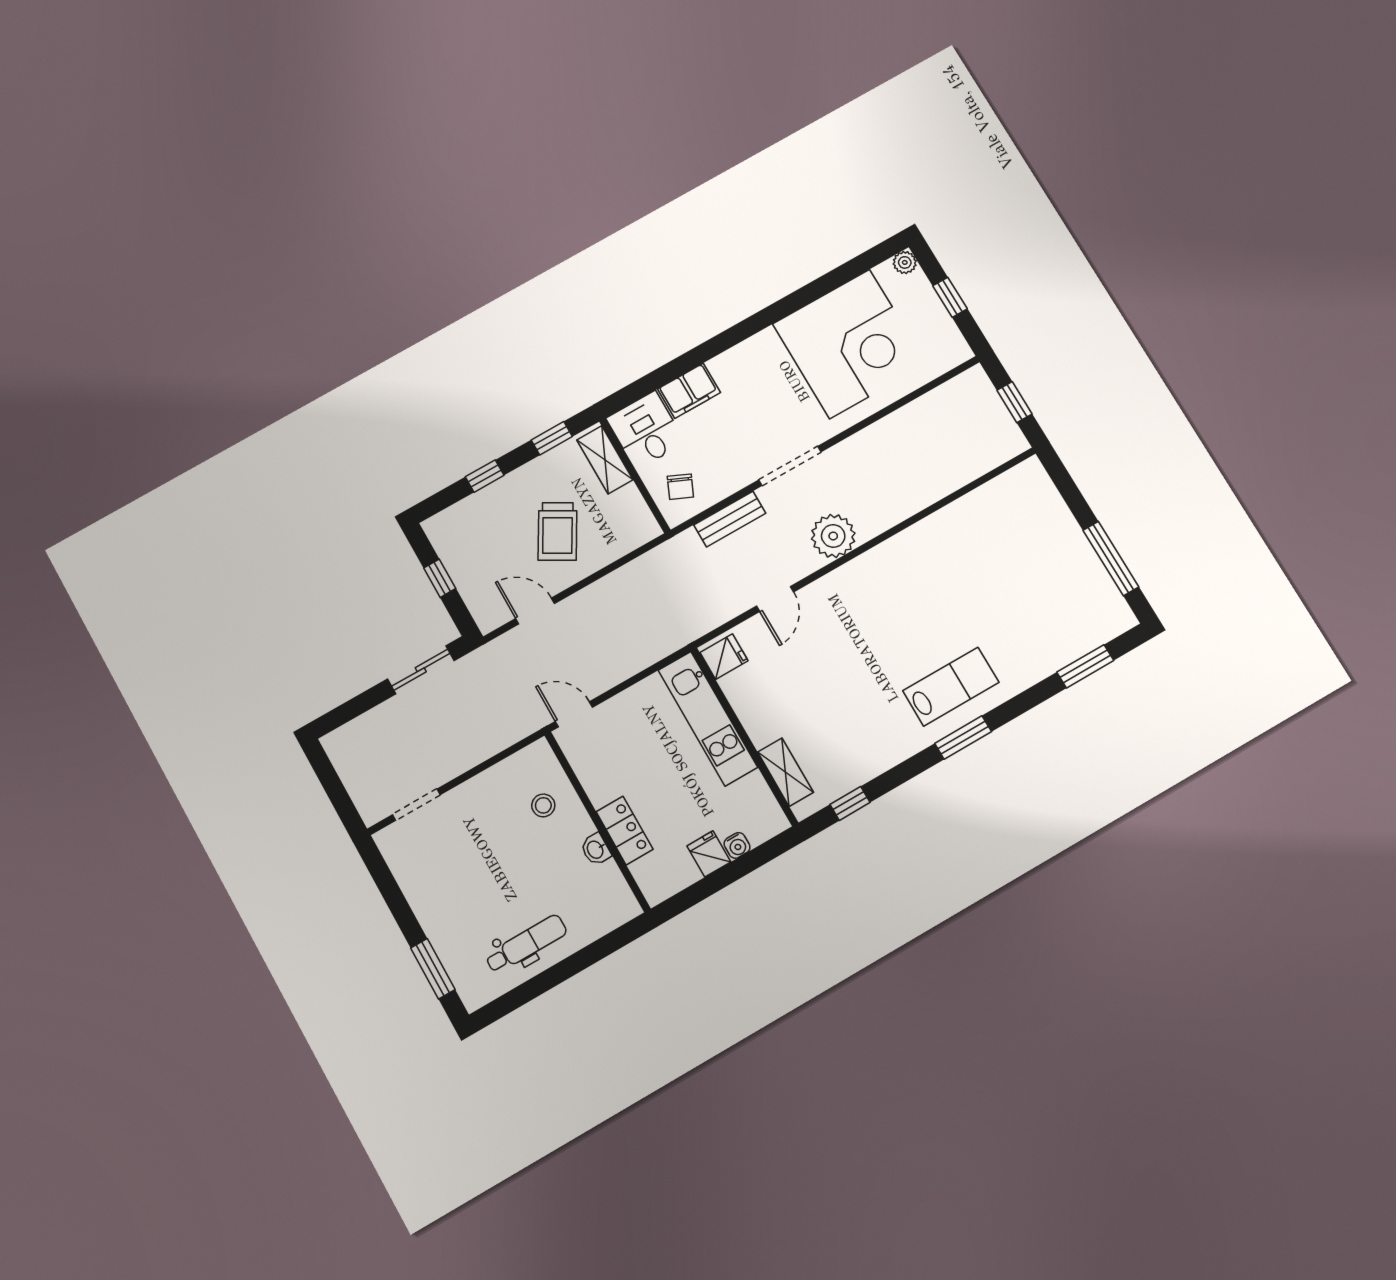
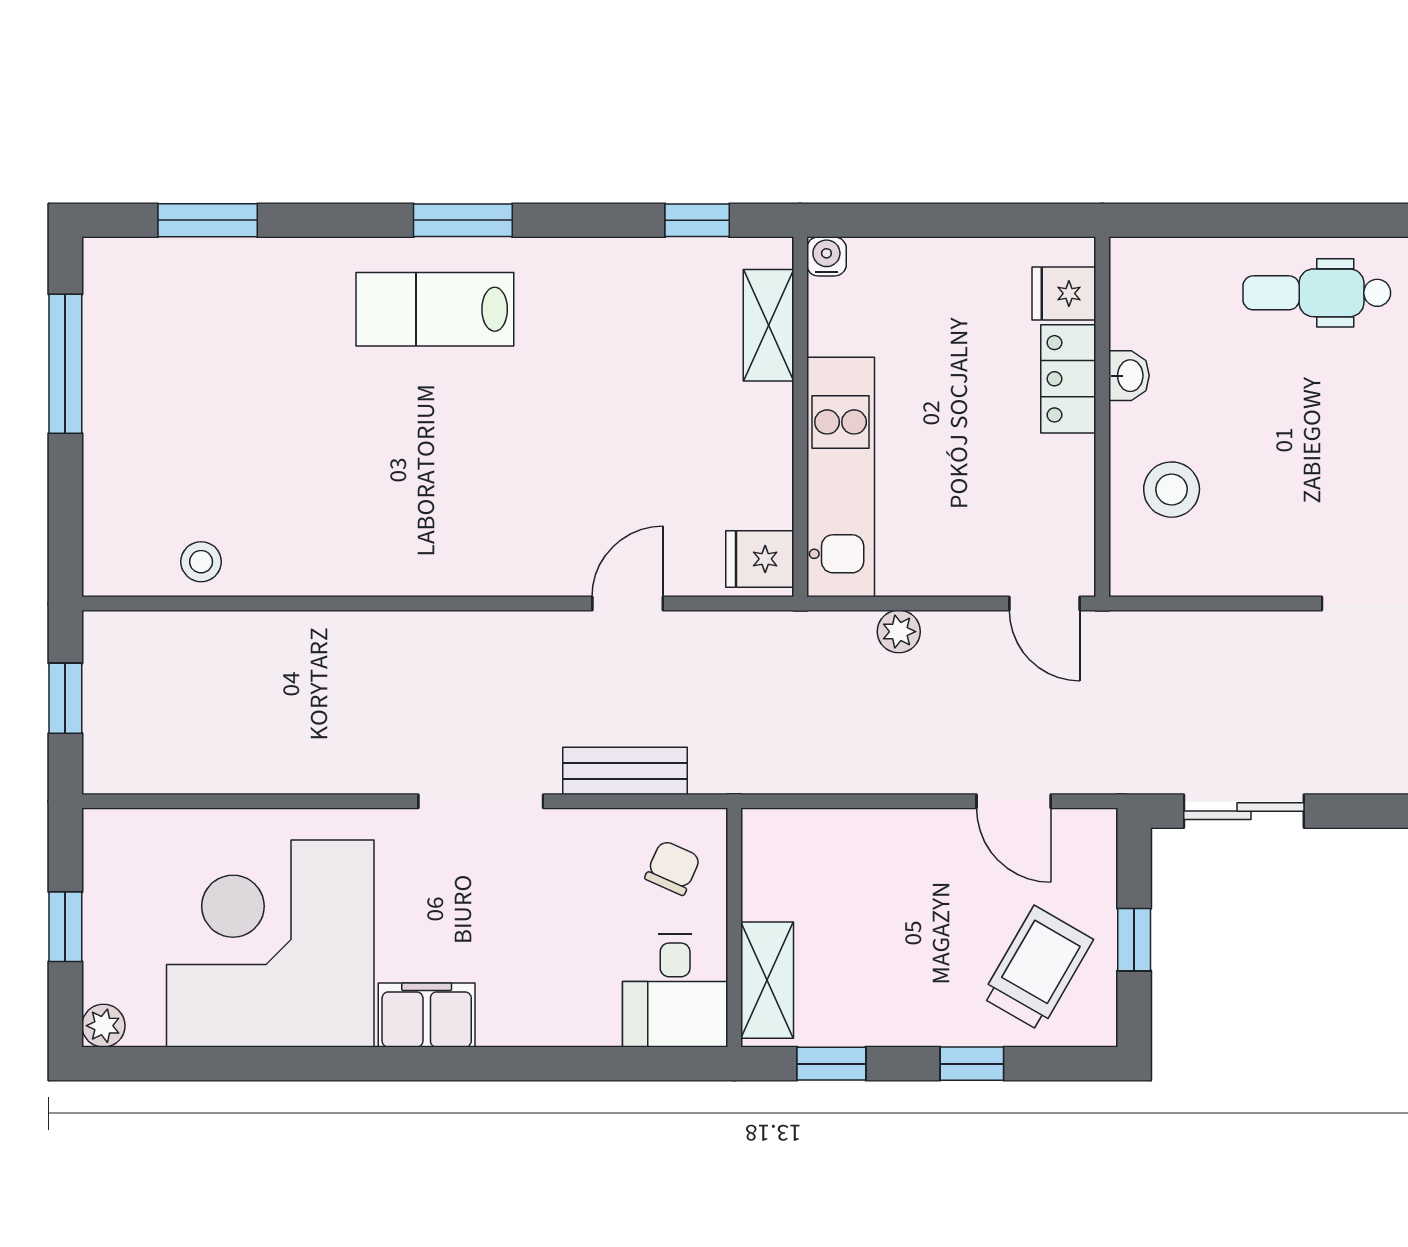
filing cabinet: (689, 391) -> (427, 1015), moved
stool: (990, 502) -> (201, 562), added
trolley: (557, 531) -> (1037, 968), moved
plant: (833, 536) -> (899, 632), moved, width x0.53, depth x0.53
stool: (543, 805) -> (1172, 490), width x1.37, depth x1.37
water cooler: (737, 845) -> (826, 256), moved
fridge: (709, 854) -> (1064, 293), moved, turned 90

